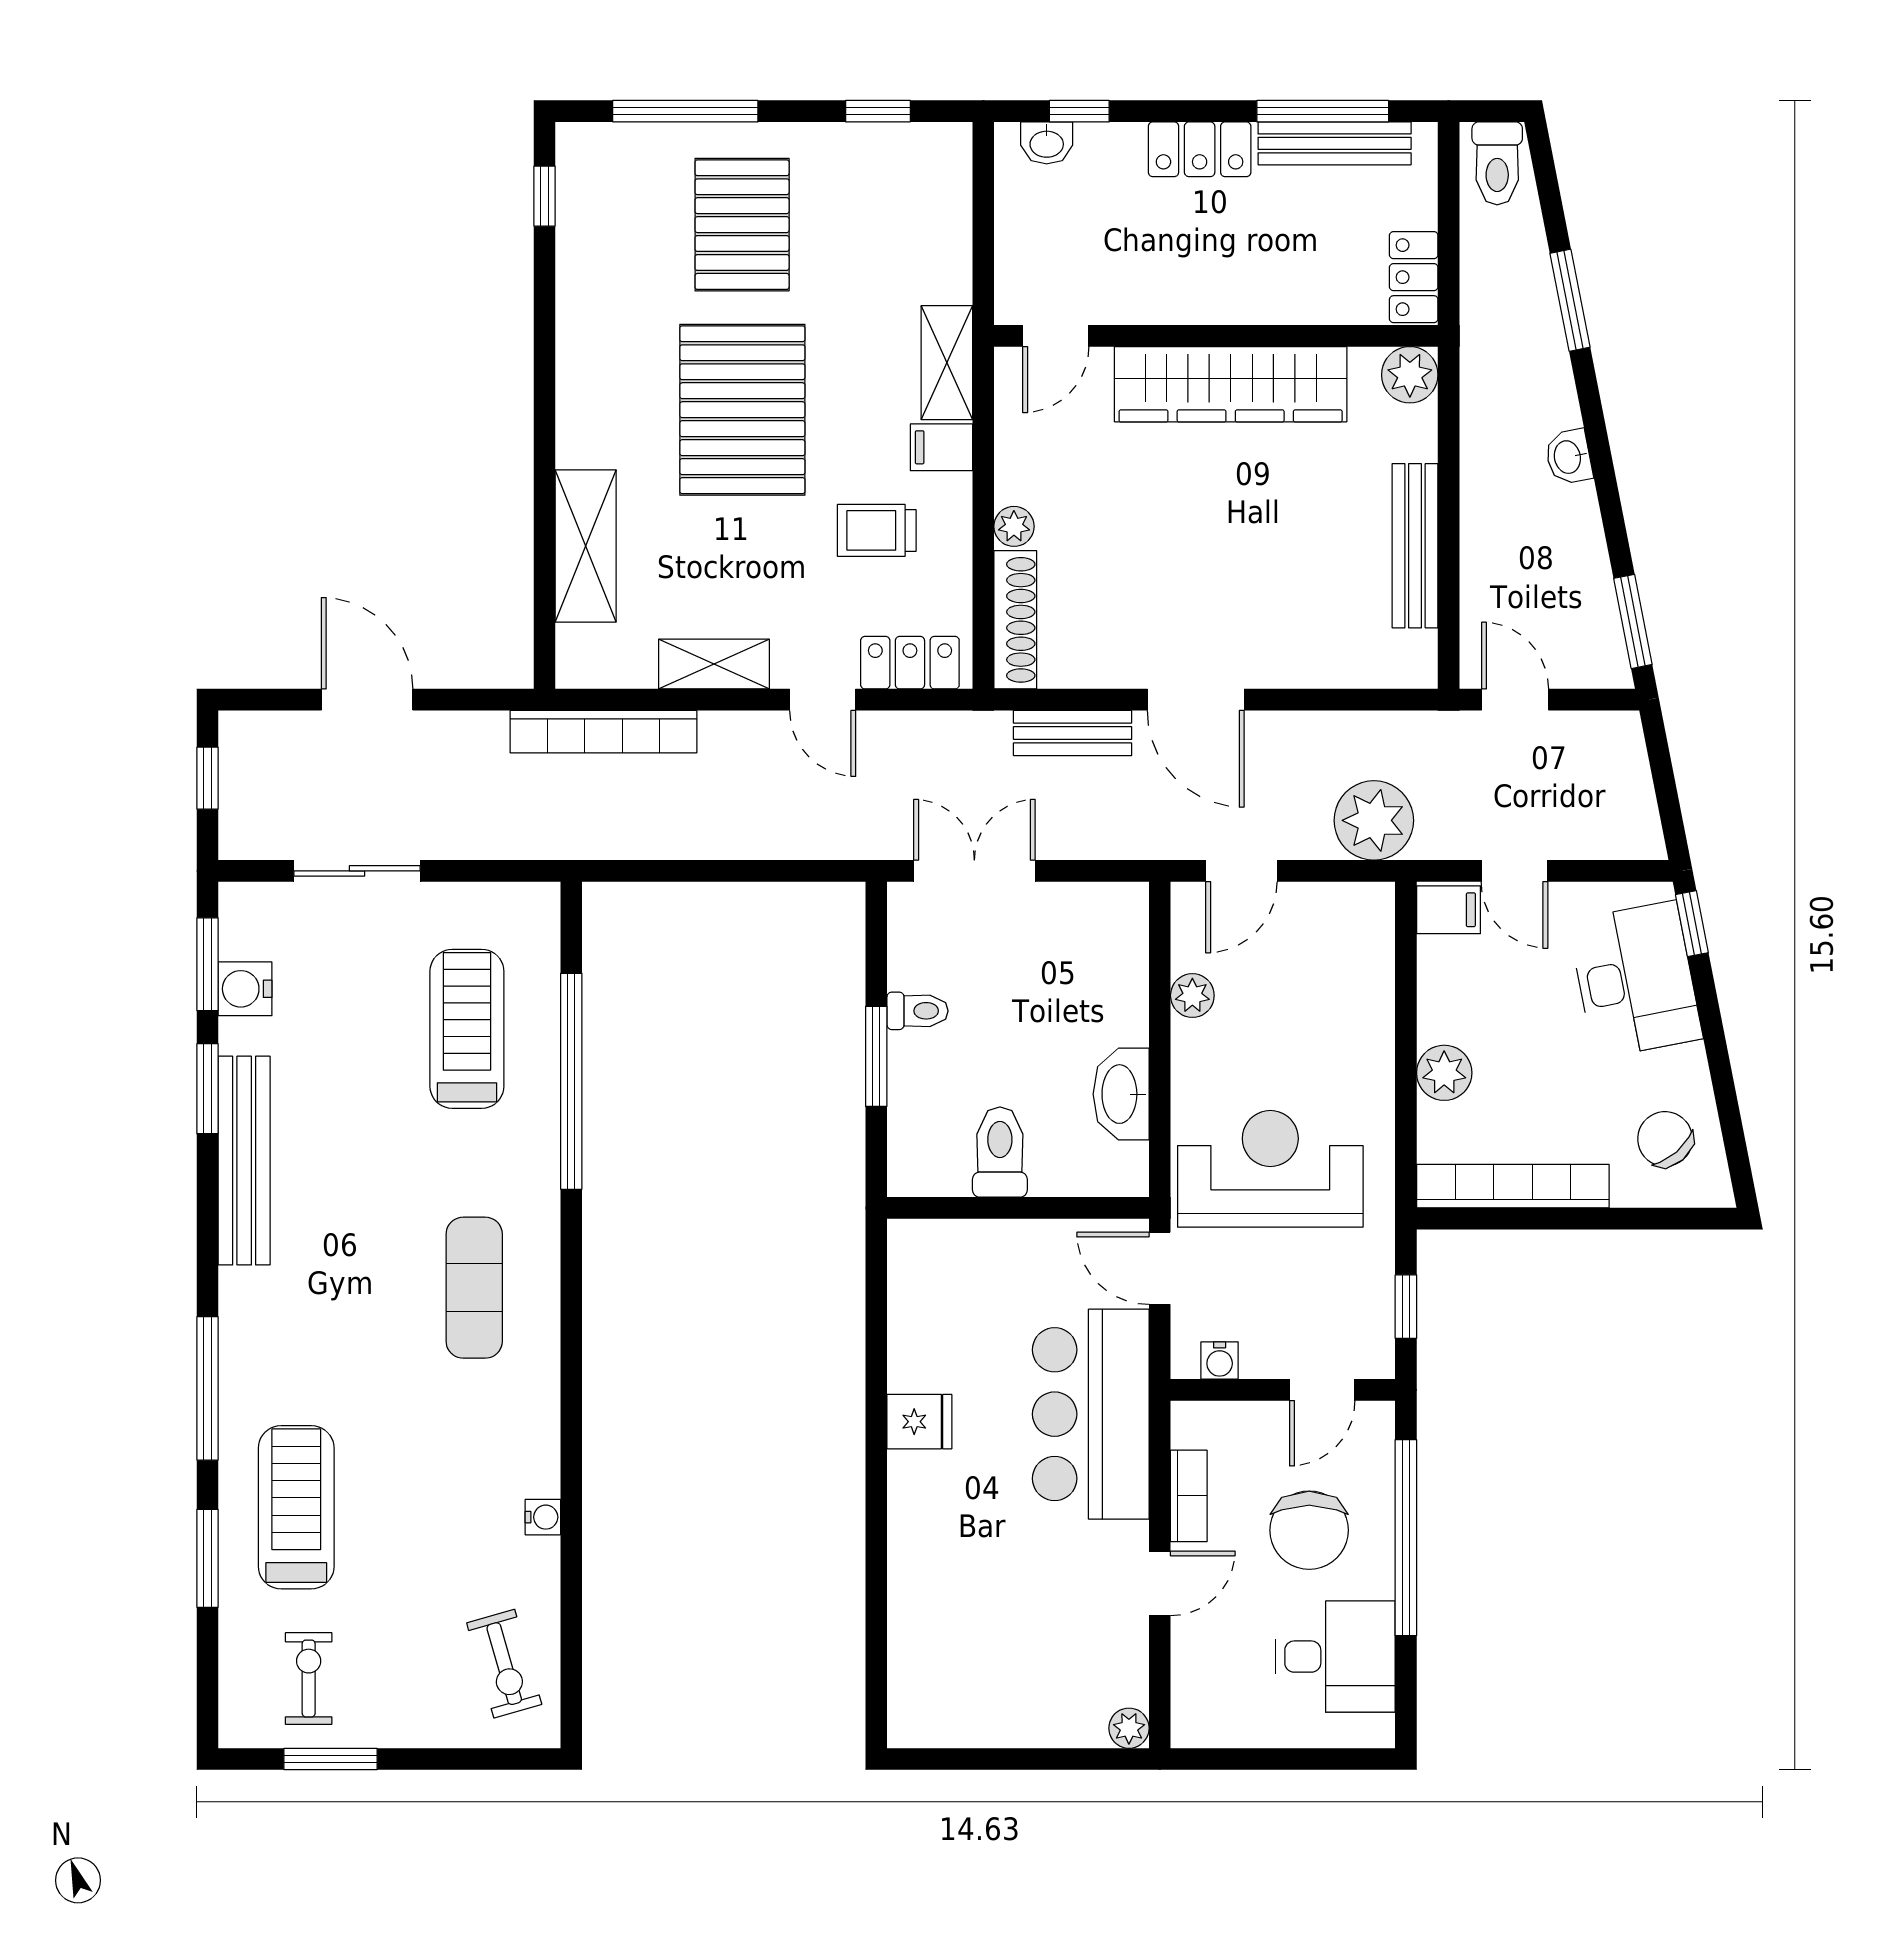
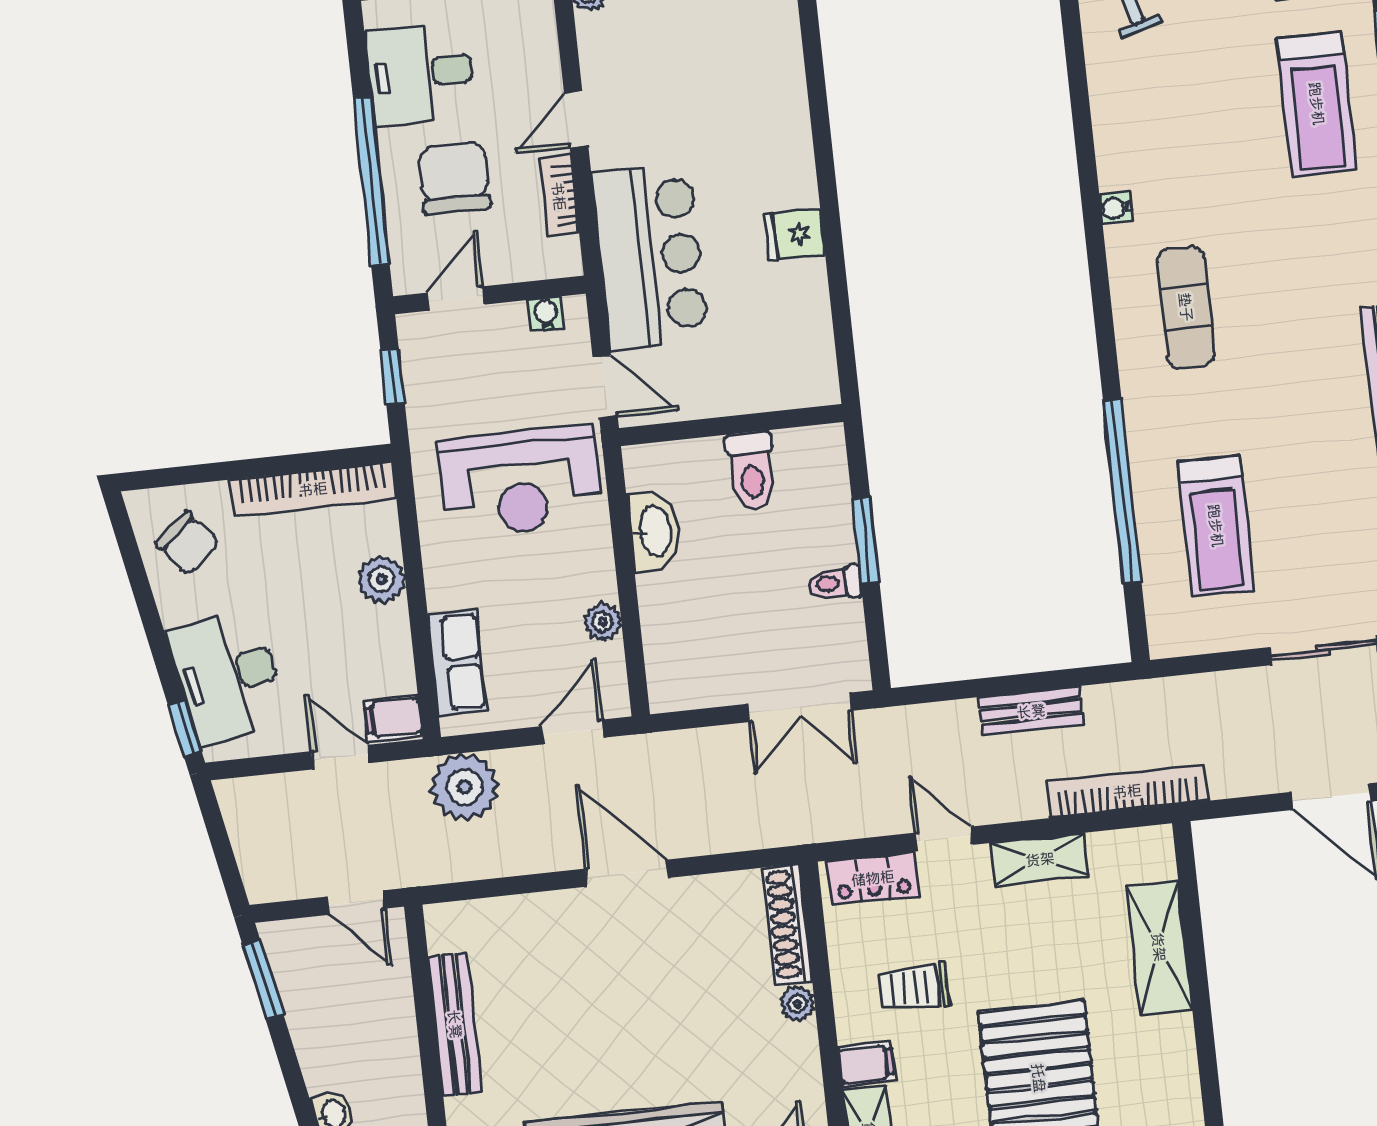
trolley: (877, 530) -> (914, 987), turned 180
bench: (1073, 733) -> (1031, 711), moved
row of seats: (1367, 966) -> (457, 663), added
water cooler: (543, 1517) -> (1116, 208), moved

